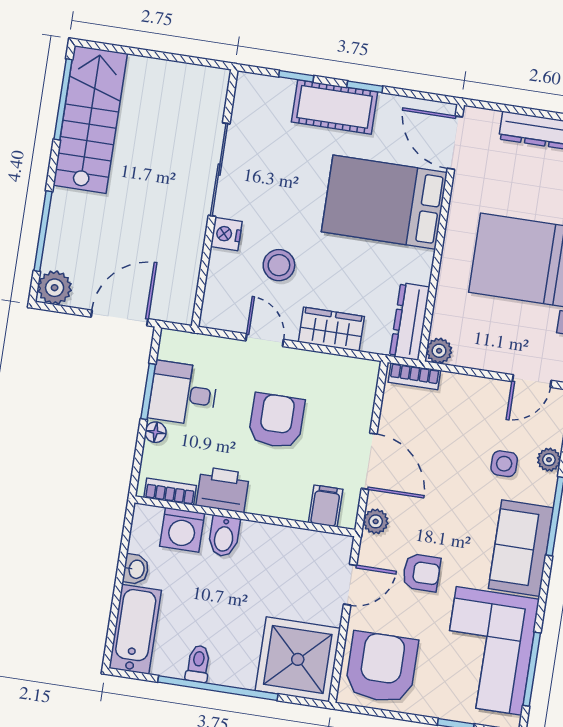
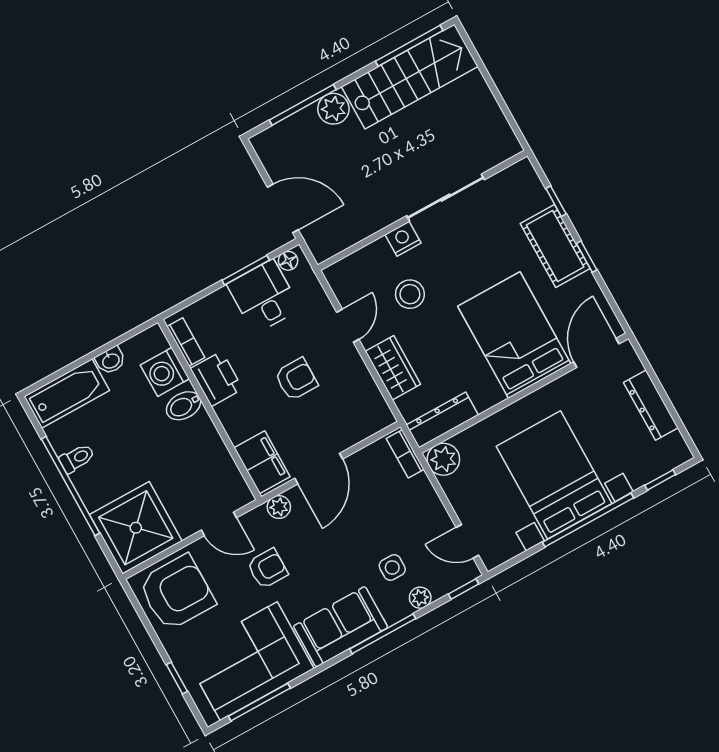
plant: (55, 288) -> (333, 109), moved
plant: (439, 351) -> (443, 459), width x1.38, depth x1.38
armchair: (276, 421) -> (296, 379), width x0.72, depth x0.72
floor lamp: (156, 432) -> (288, 261), moved
filing cabinet: (326, 506) -> (262, 462), width x2.00
armchair: (421, 573) -> (267, 569), turned -90

